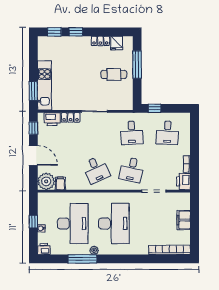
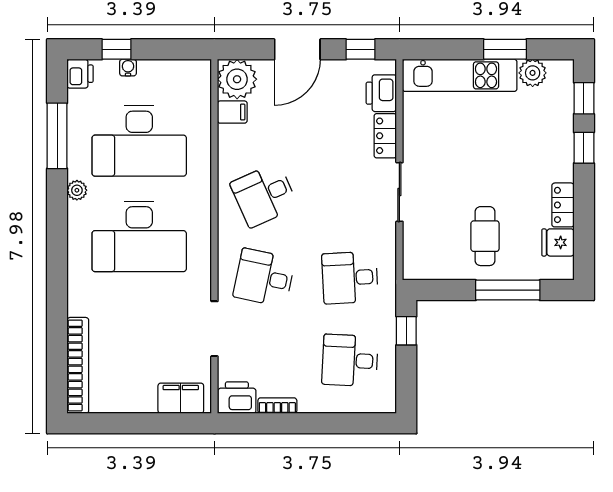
plant: (43, 54) -> (533, 73), added
window: (33, 91) -> (505, 49), moved
filing cabinet: (184, 220) -> (181, 398), moved
window: (33, 222) -> (116, 49), moved
window: (82, 259) -> (57, 136), moved

